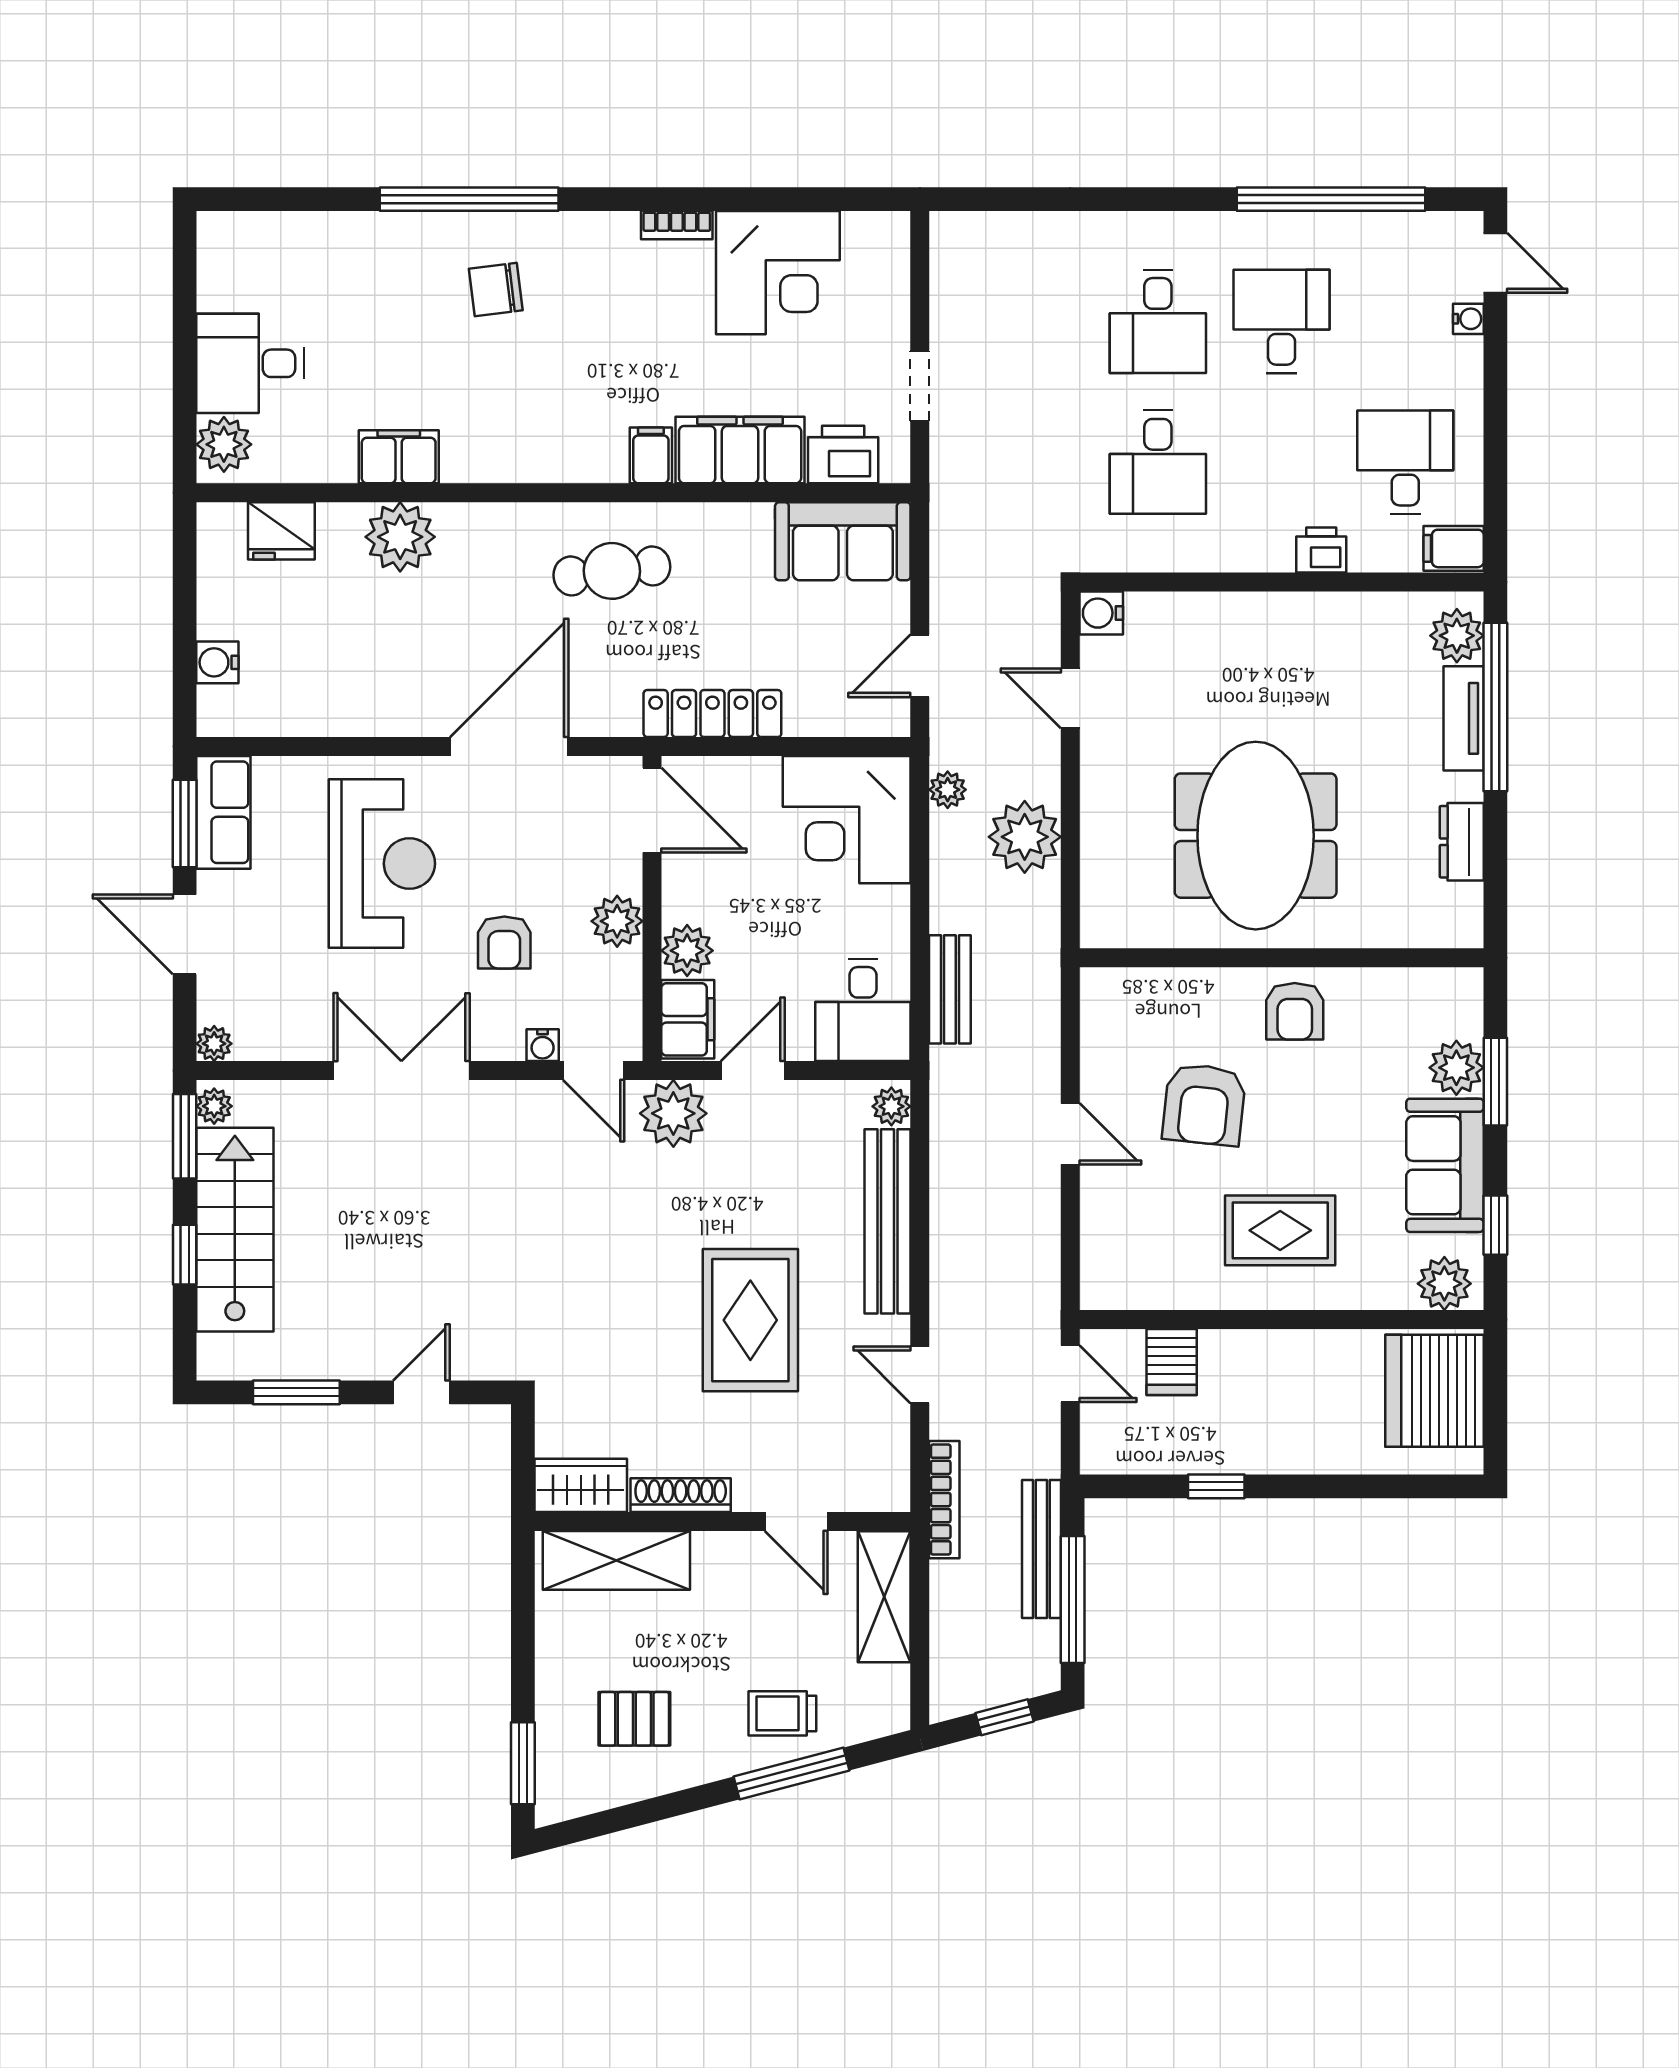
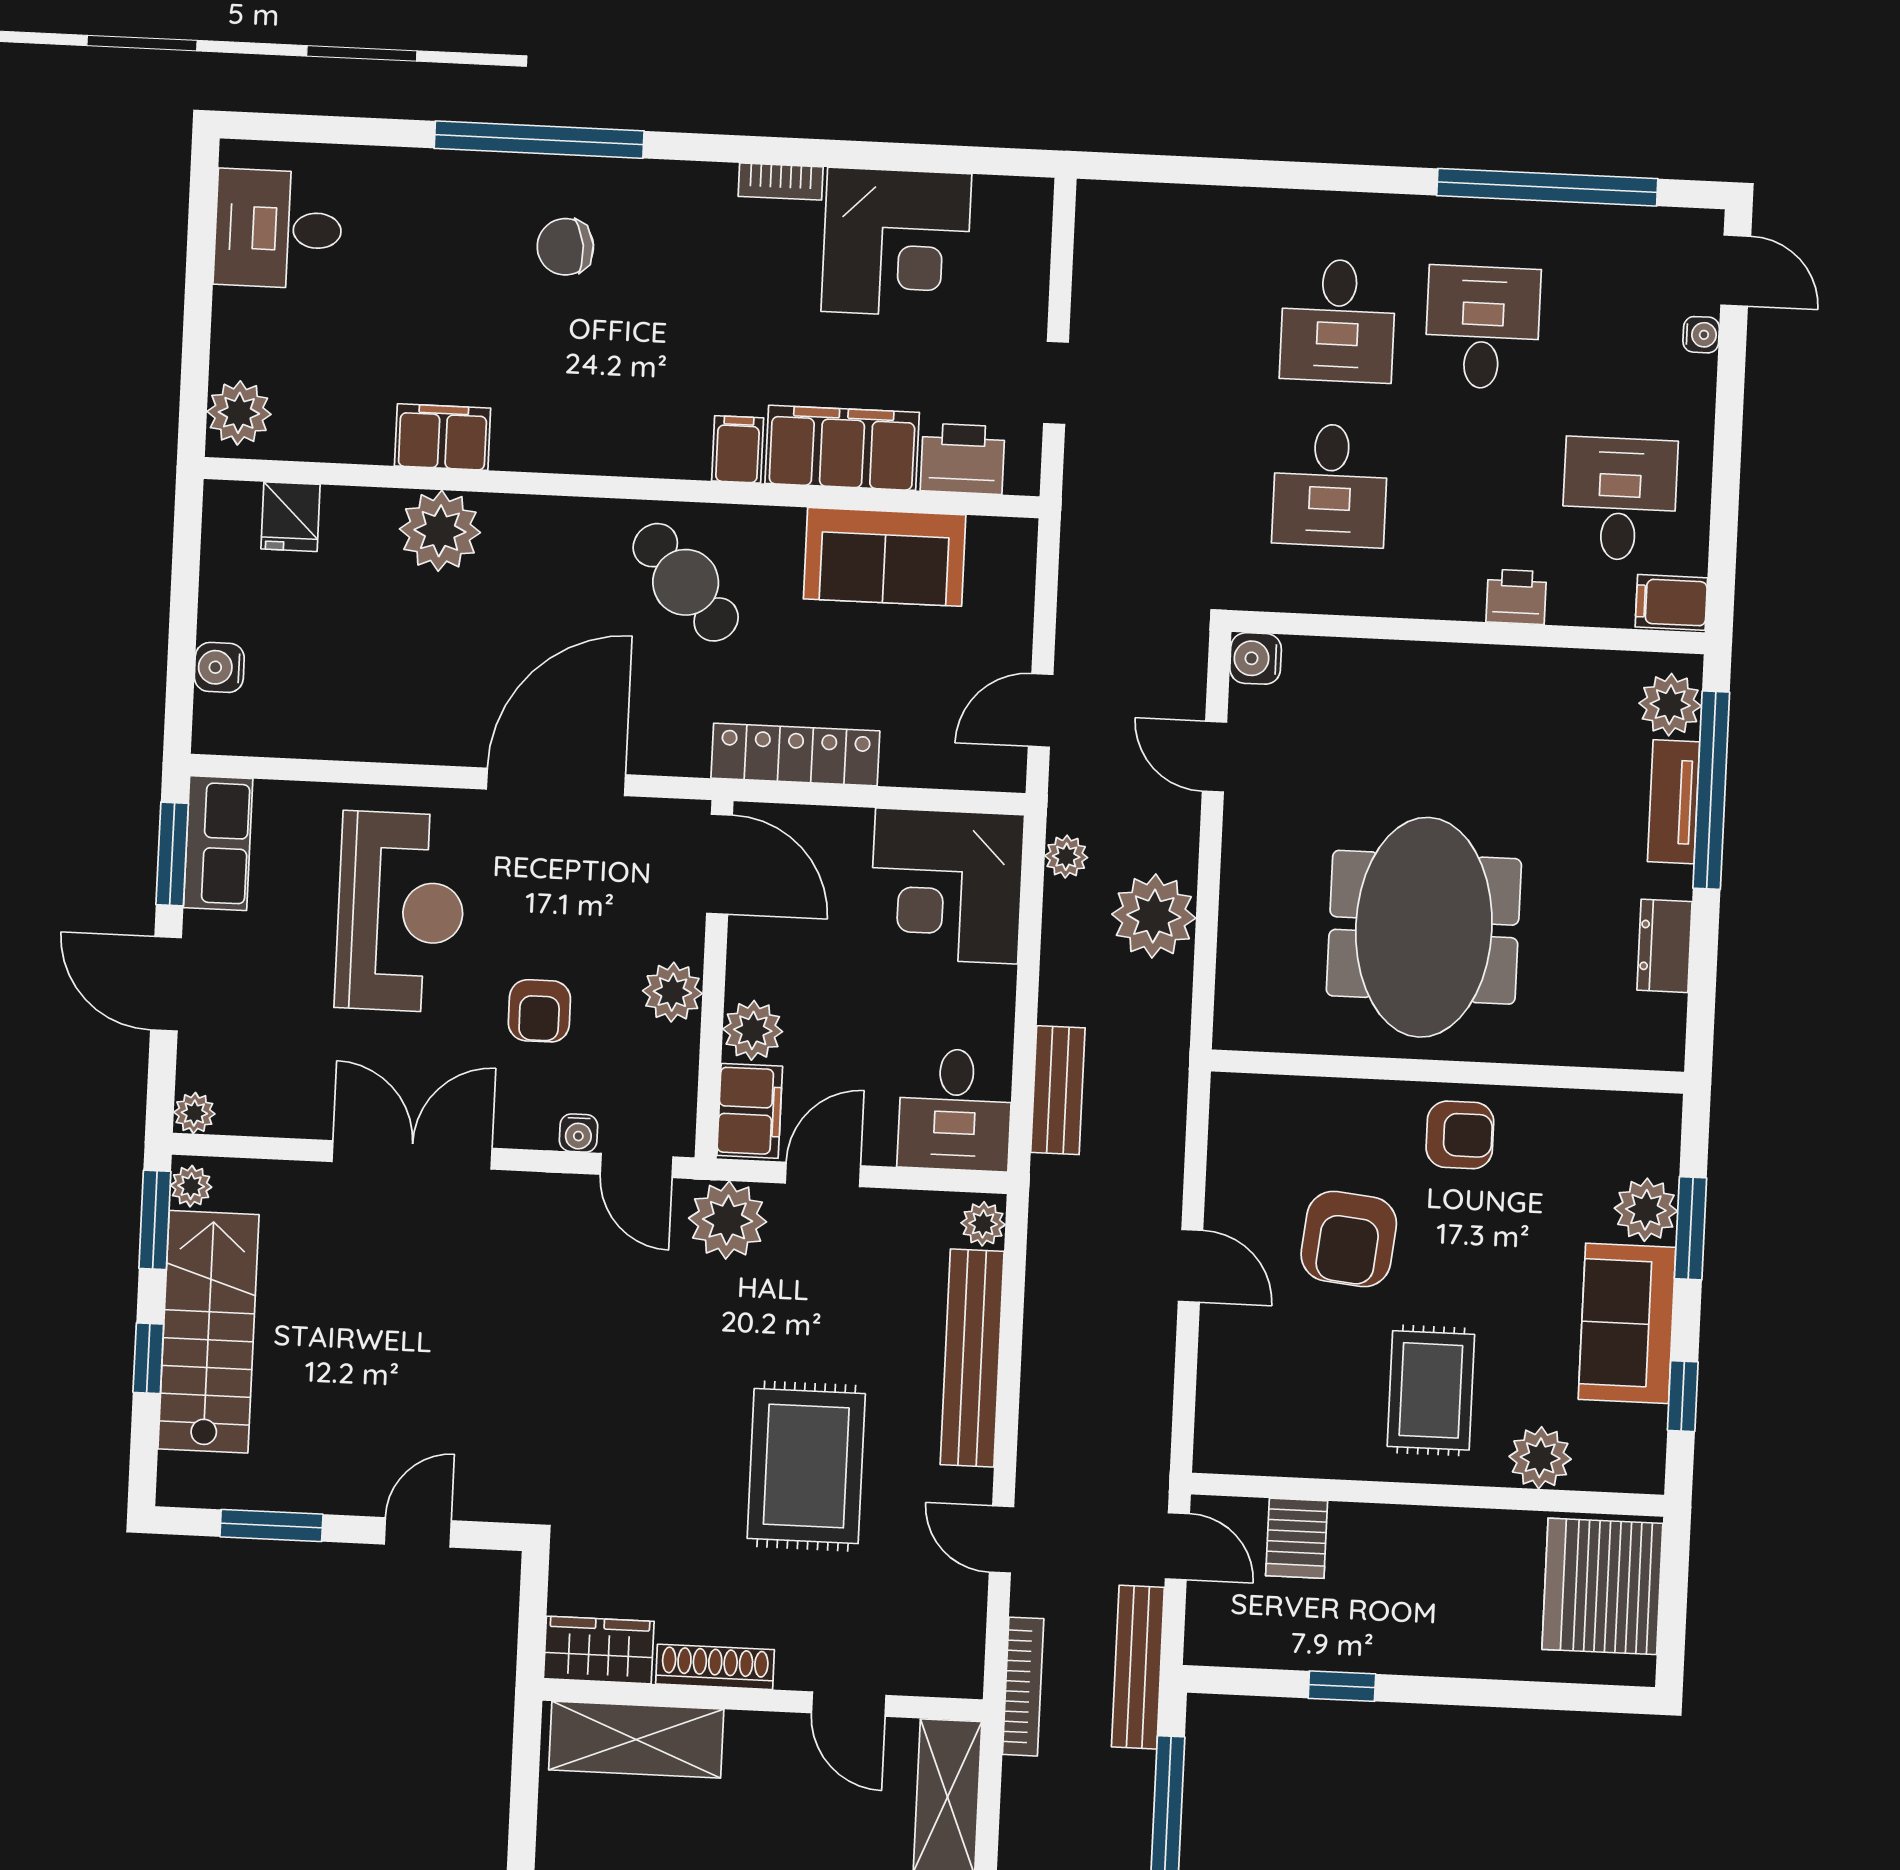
desk: (250, 363) -> (278, 229), moved
fridge: (281, 531) -> (291, 517), width x0.72
sofa: (843, 541) -> (885, 557), moved
cafe table: (612, 571) -> (686, 582), turned 55
armchair: (1295, 1011) -> (1460, 1135), turned -90
rug: (1280, 1230) -> (1431, 1390), turned 90
plant: (1444, 1284) -> (1540, 1458), moved
bench: (1041, 1549) -> (1138, 1667), moved

